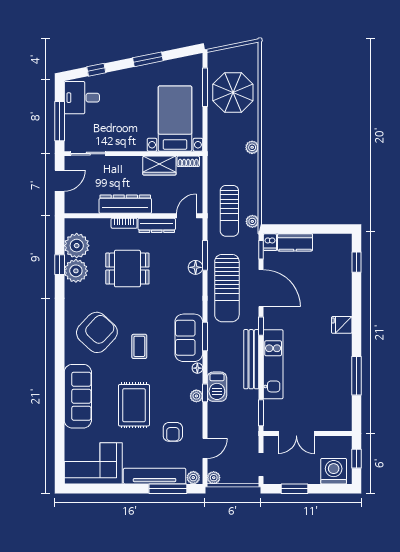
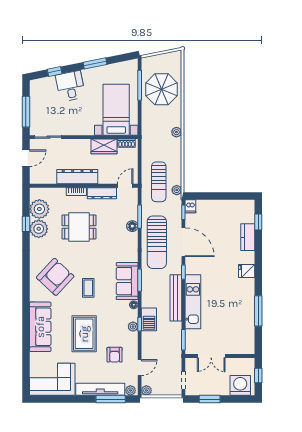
desk: (82, 98) -> (70, 86), moved, turned 79
kitchen counter: (295, 242) -> (248, 237), moved, turned 90

